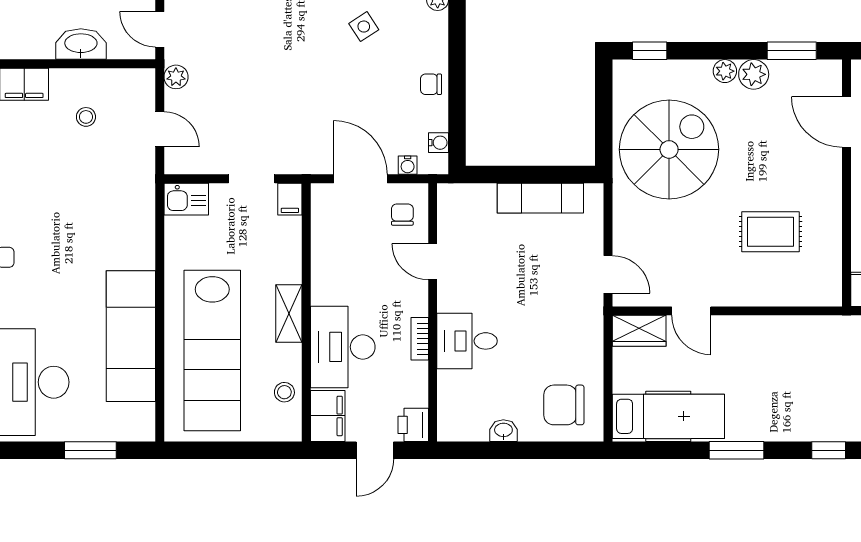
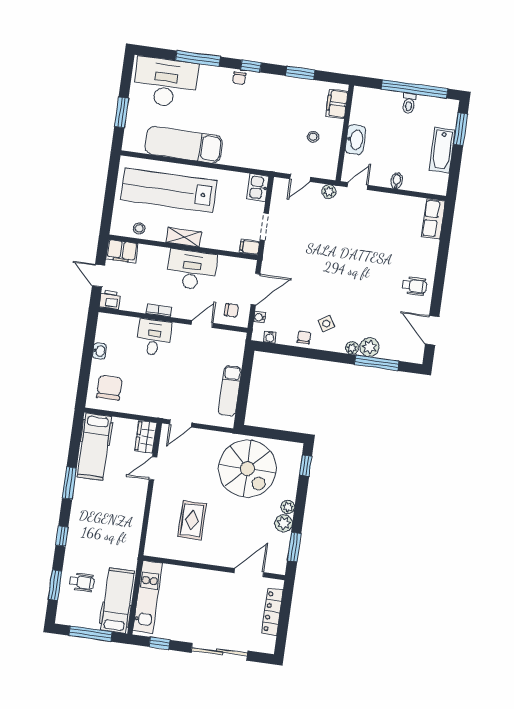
side table: (364, 27) -> (326, 323), moved
desk: (343, 347) -> (192, 270), moved

